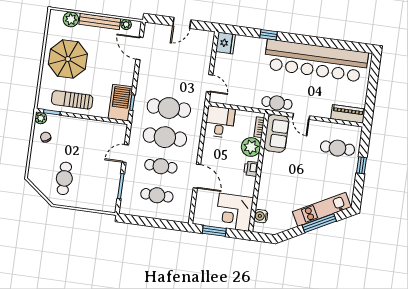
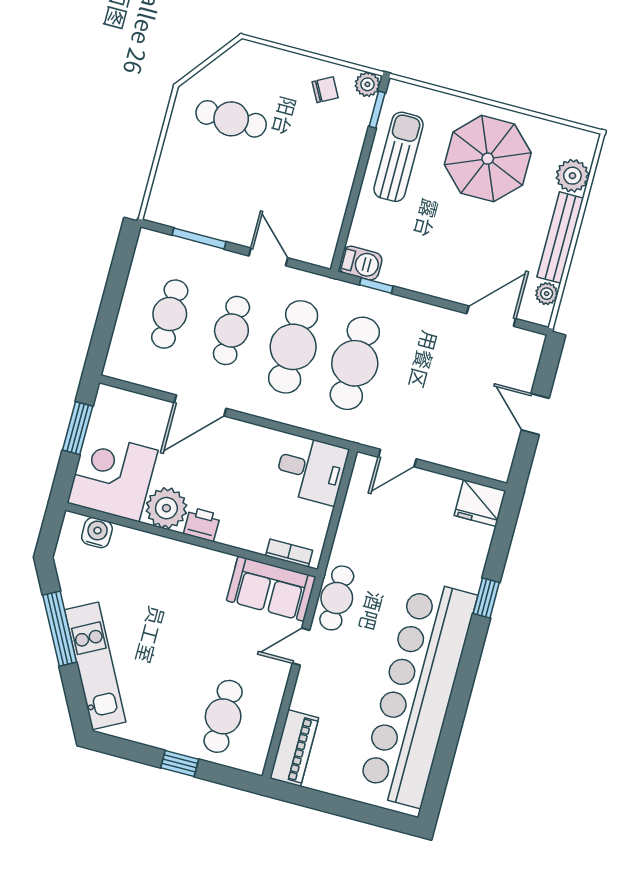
barbecue: (120, 103) -> (361, 263), width x0.53, depth x0.65
plant: (251, 147) -> (166, 508), moved
window: (319, 223) -> (60, 629), moved

